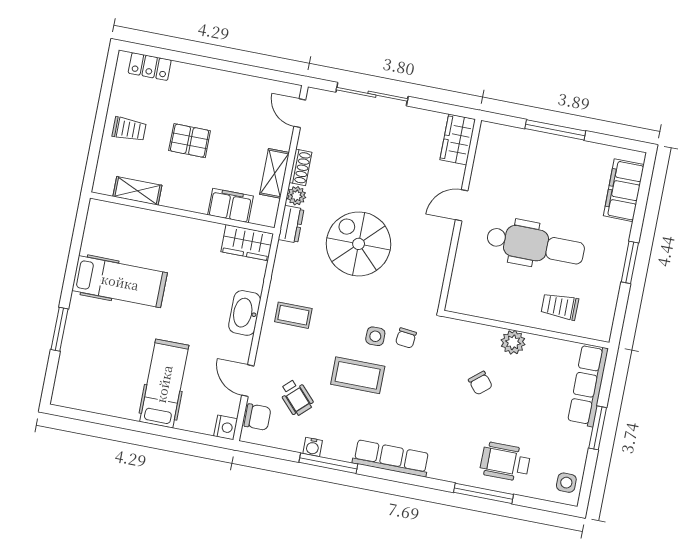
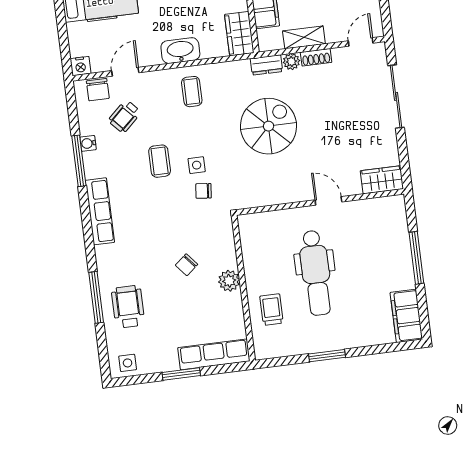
filing cabinet: (624, 190) -> (406, 316), moved, turned -90
coffee table: (358, 375) -> (160, 161), width x0.73, depth x0.77

